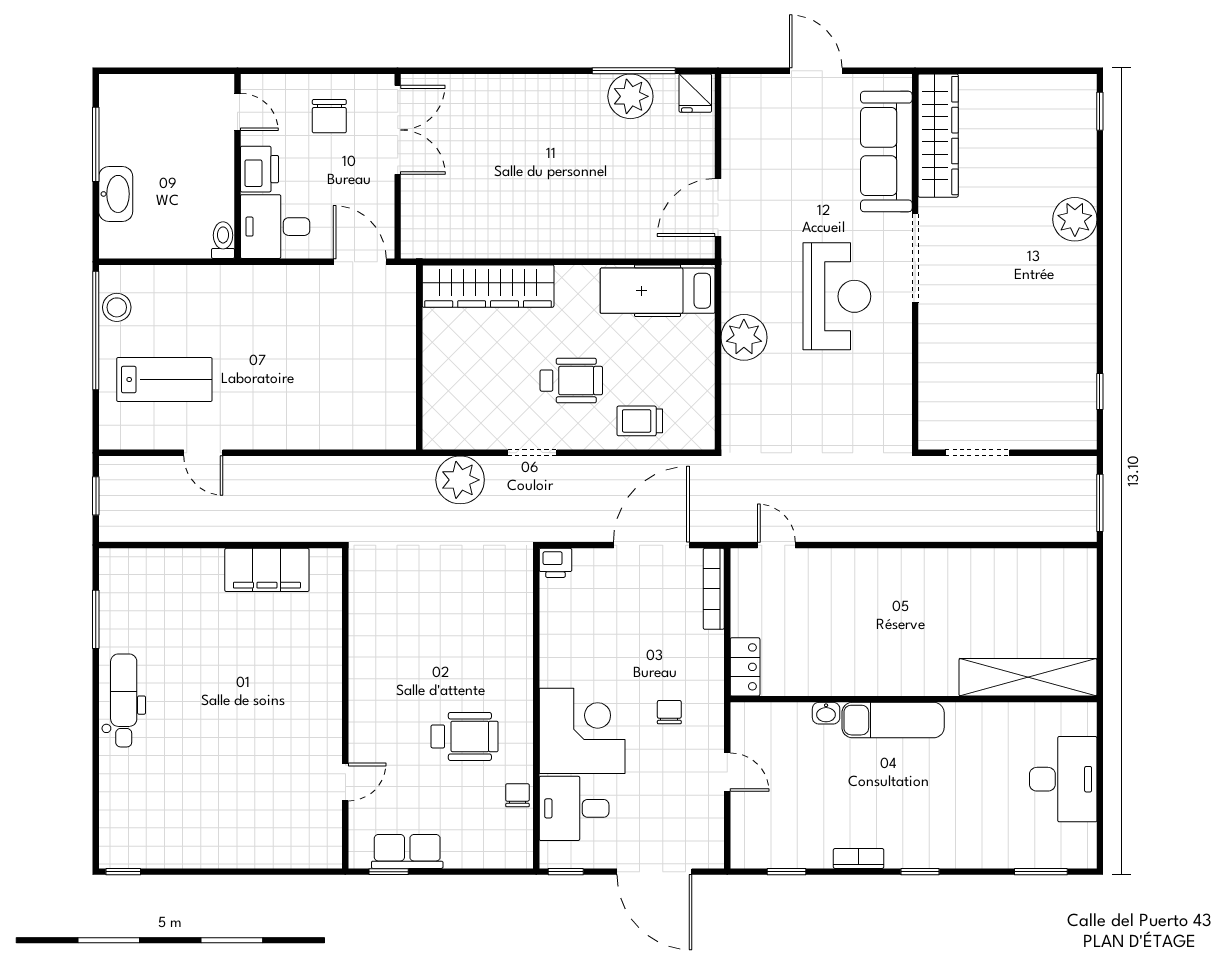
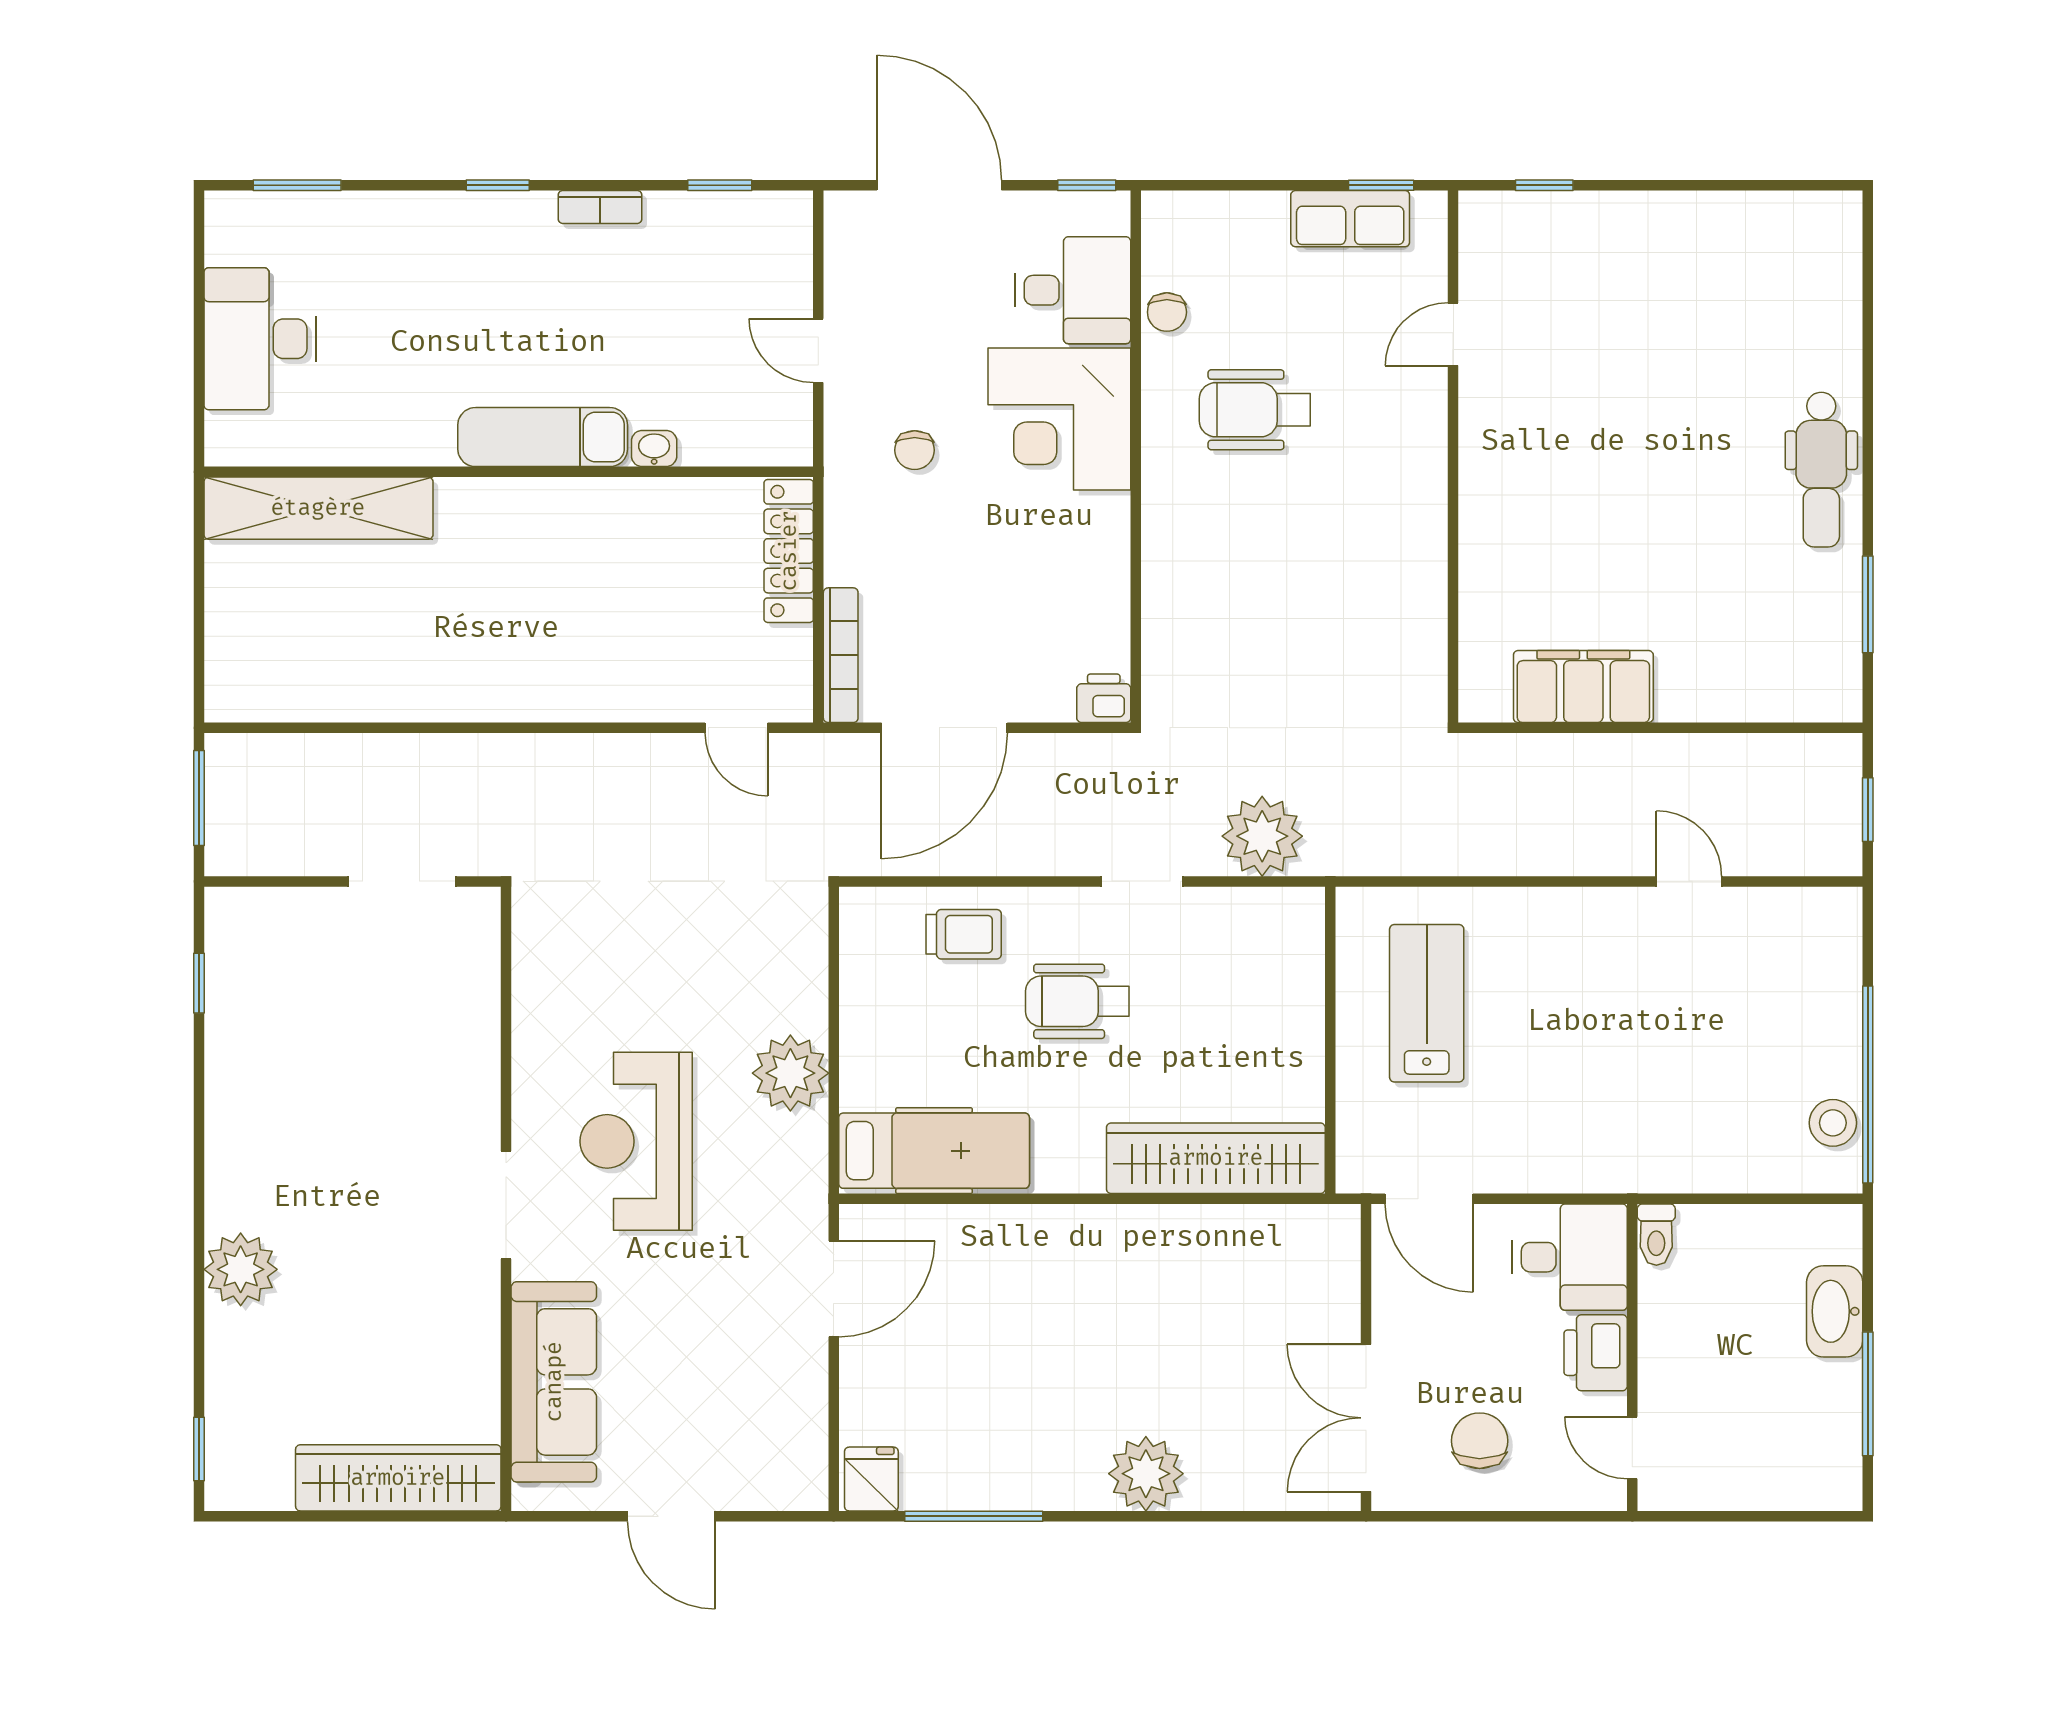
plant: (630, 96) -> (1146, 1474), moved
wardrobe: (938, 136) -> (398, 1478), moved, turned 90
doorway: (915, 258) -> (506, 1205), width x0.73
lab bench: (164, 380) -> (1427, 1003), moved, turned 90
locker: (745, 667) -> (789, 551), width x1.53
window: (123, 872) -> (1544, 185), moved

